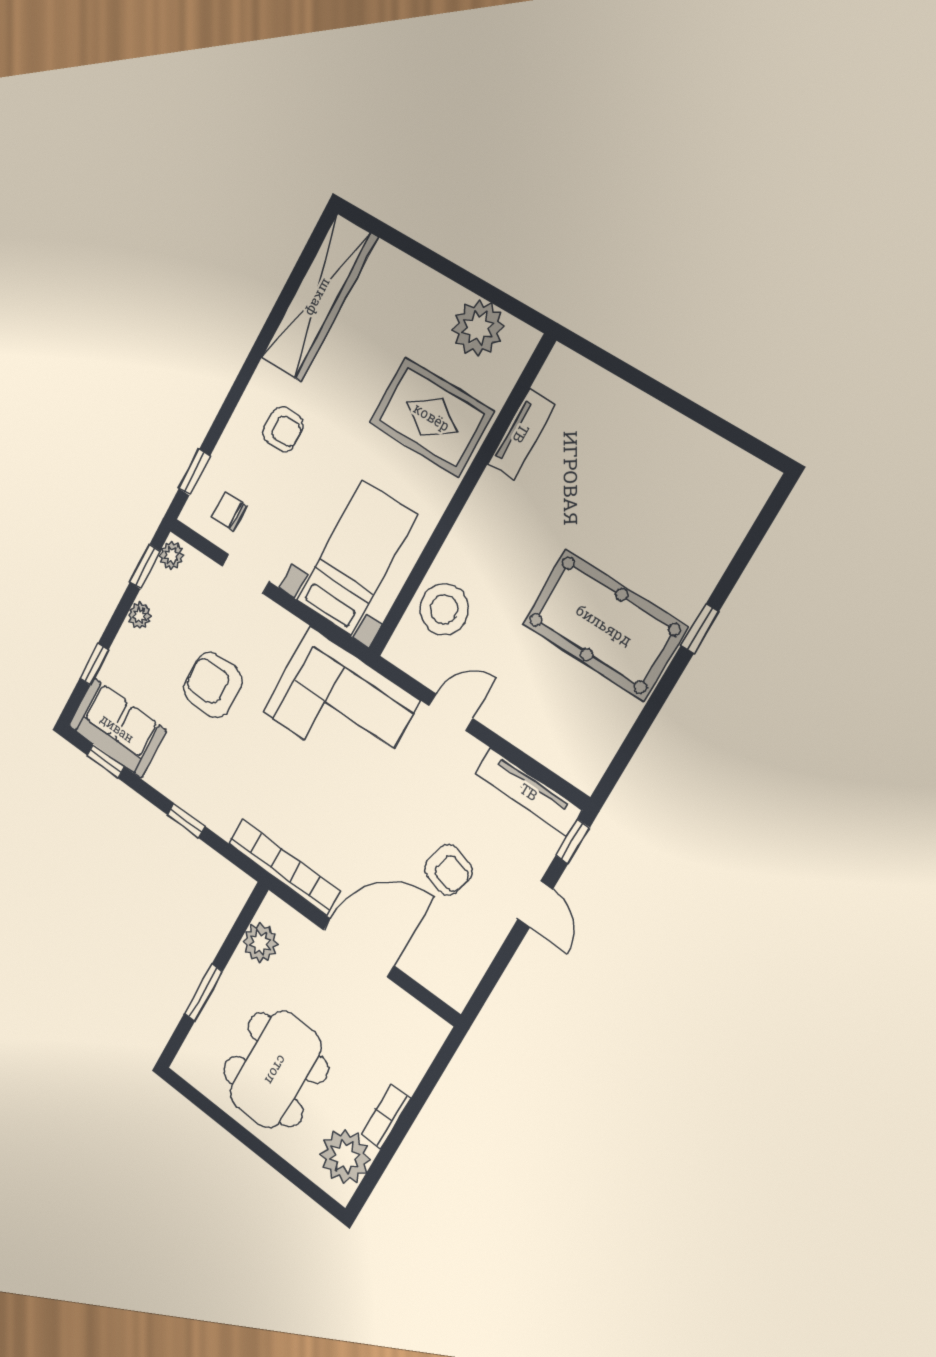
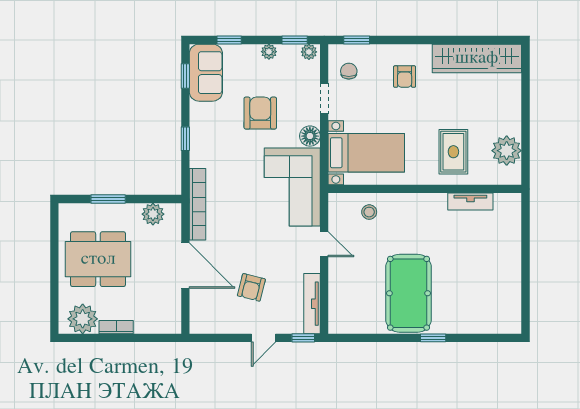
rug: (432, 417) -> (453, 152), width x0.73, depth x0.70
stool: (444, 609) -> (369, 212), width x0.53, depth x0.53
floor lamp: (285, 630) -> (310, 136), added

